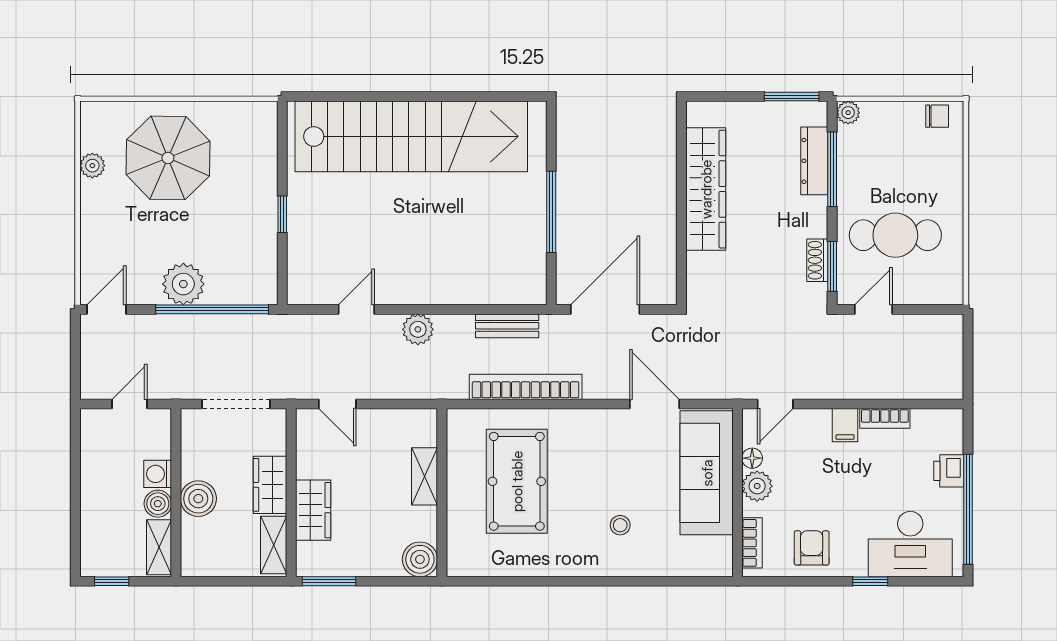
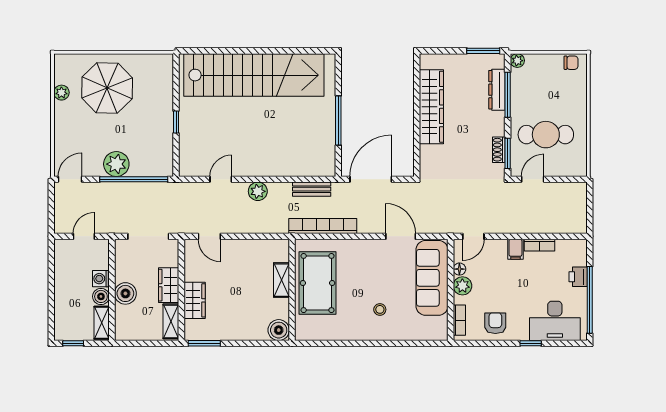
shelving: (425, 476) -> (281, 280), moved
wall: (442, 493) -> (292, 290), moved
boiler: (420, 559) -> (279, 330), moved

